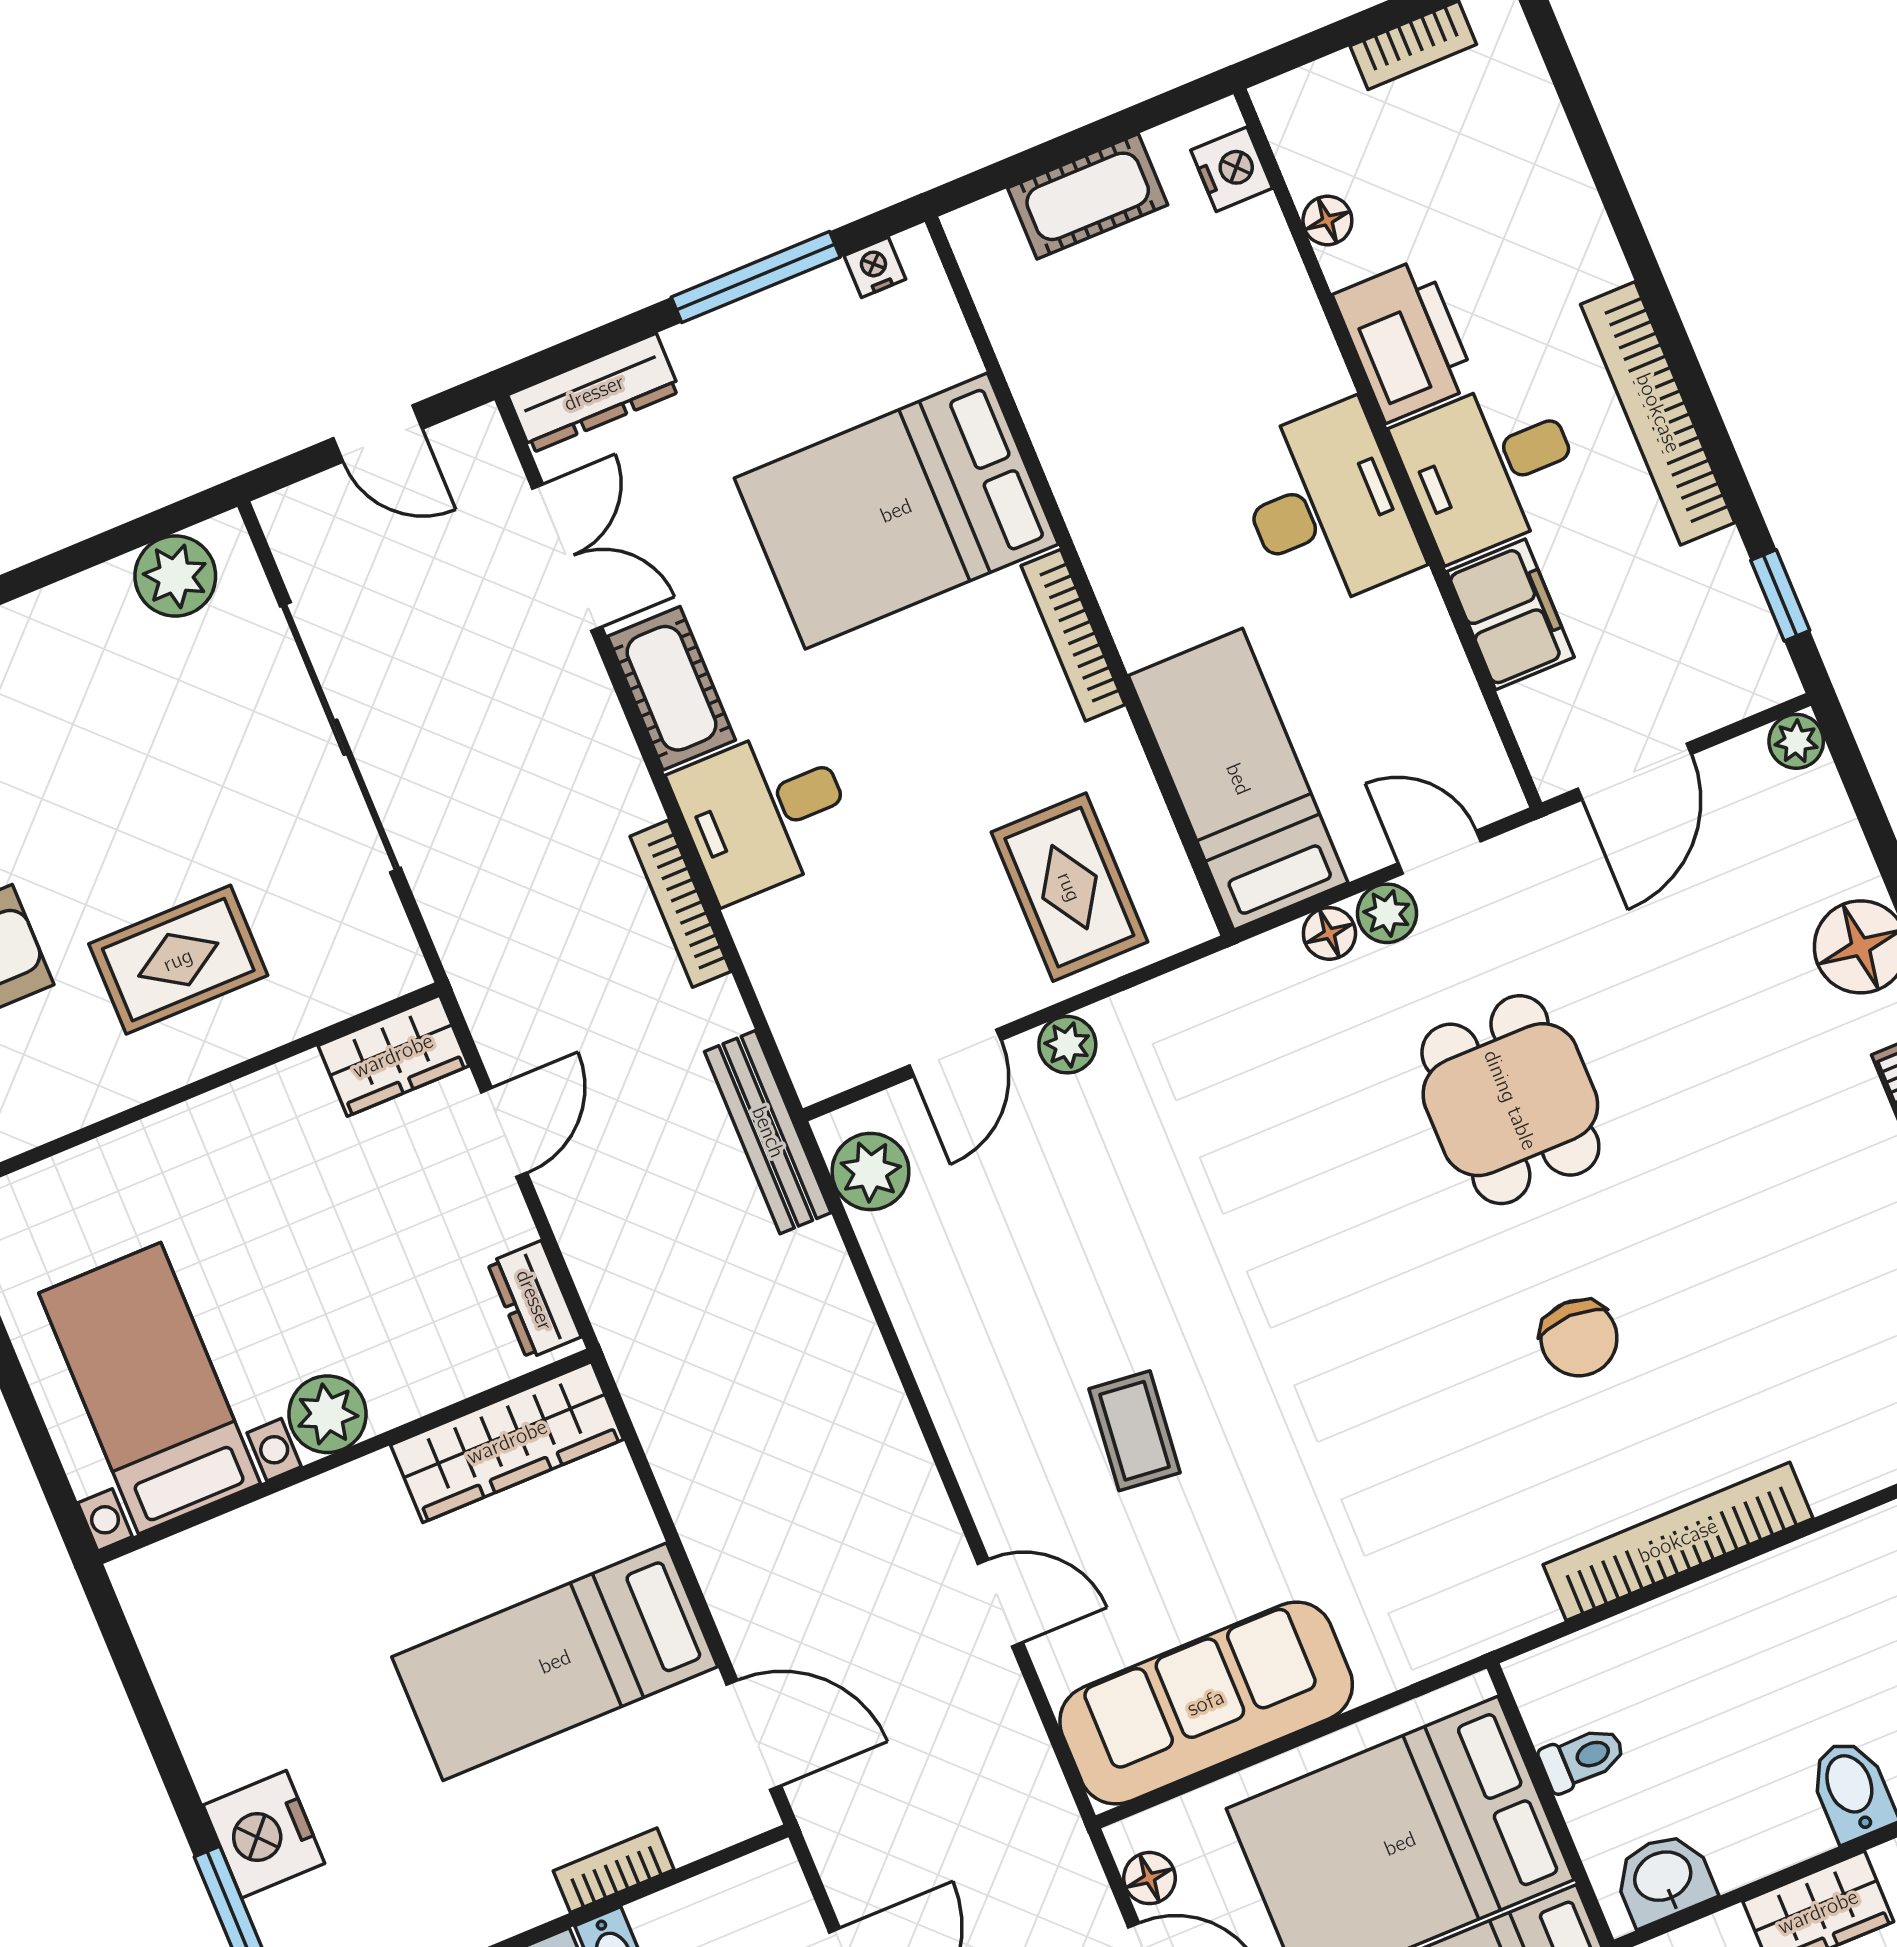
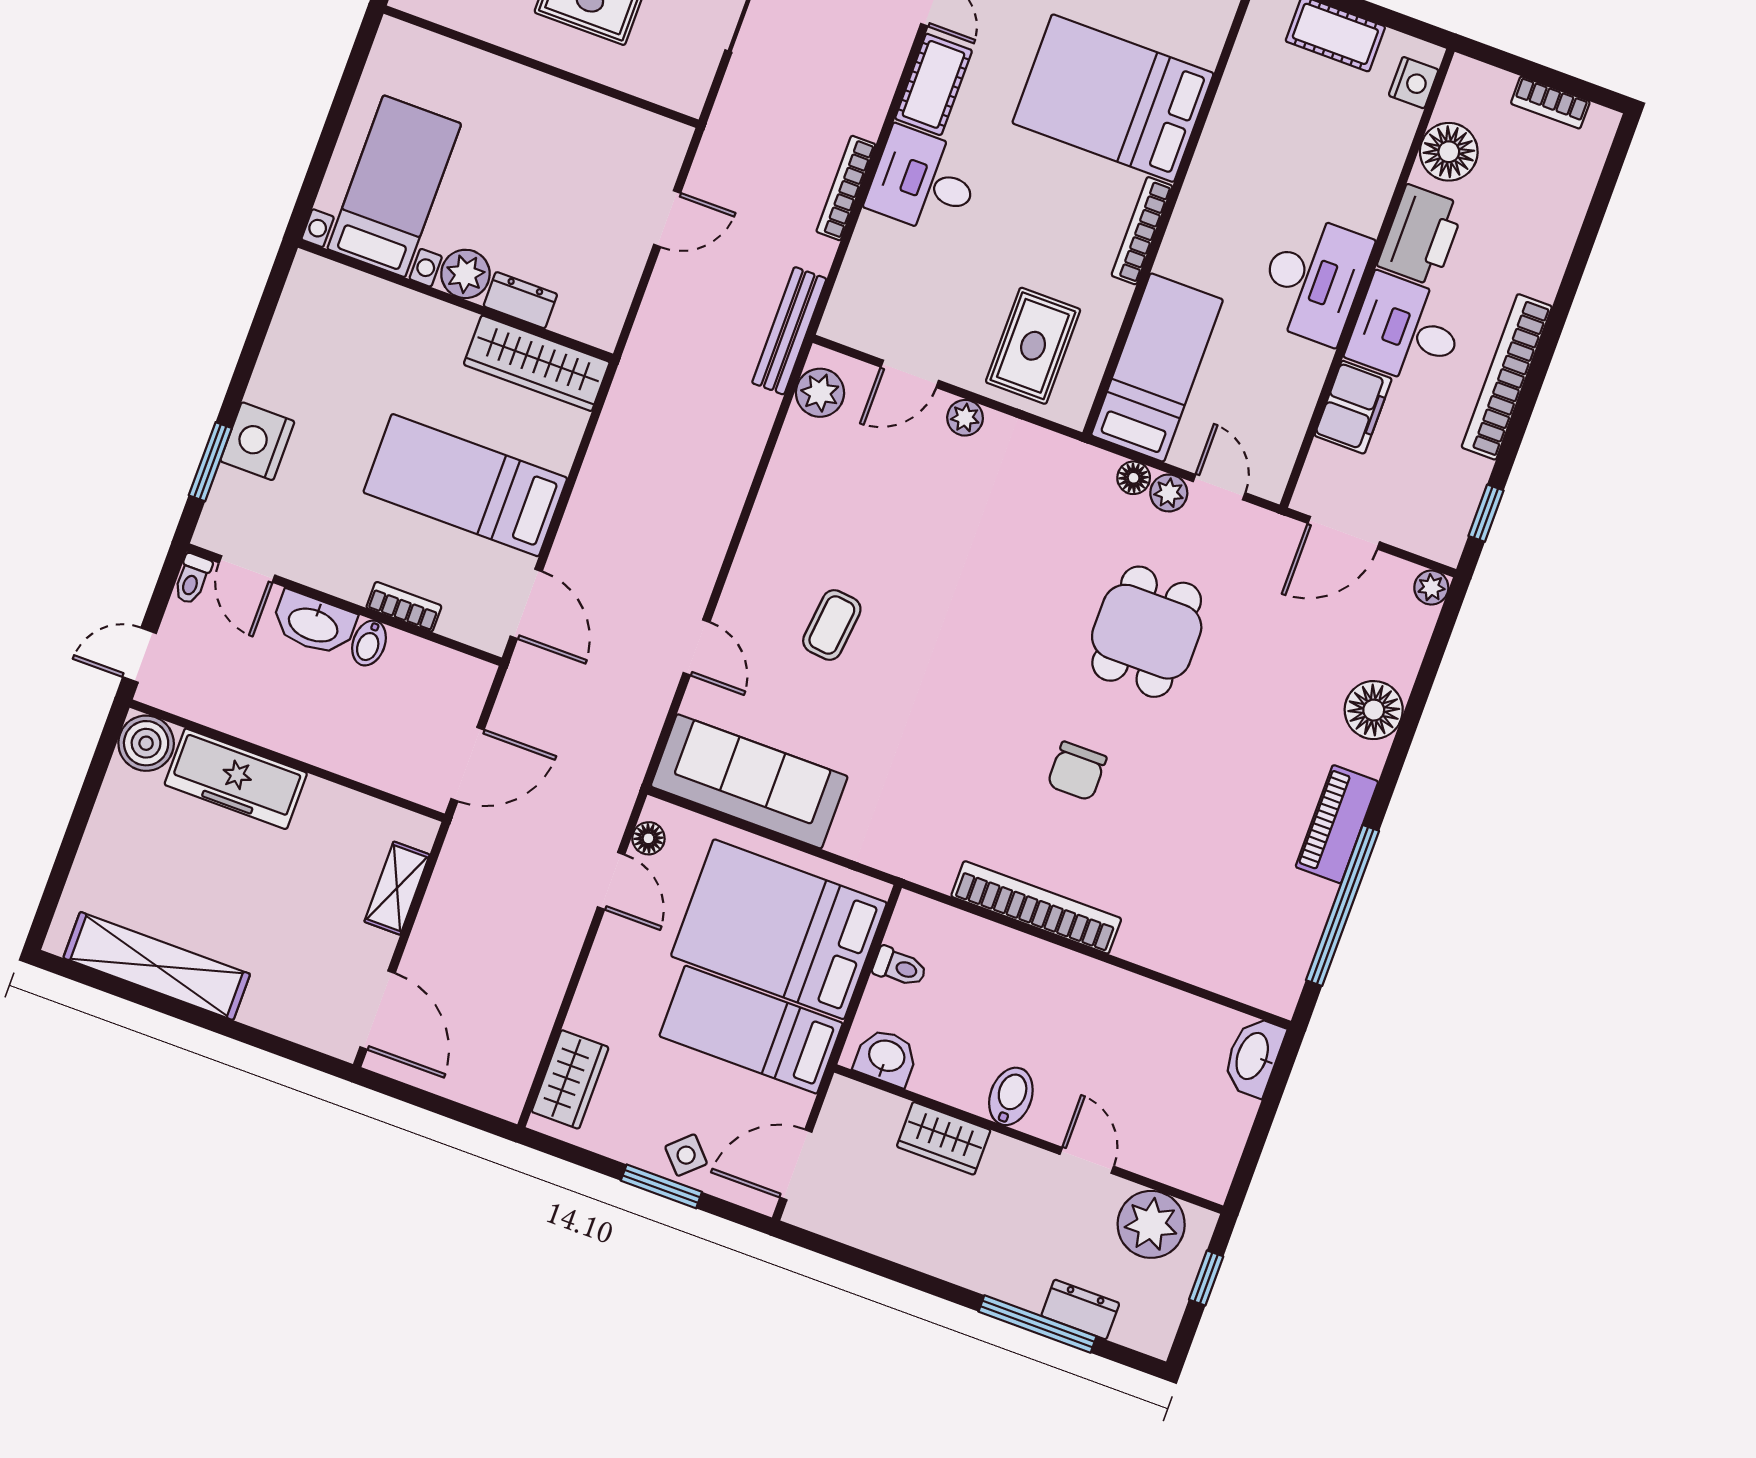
floor lamp: (1327, 220) -> (1449, 152), width x1.89, depth x1.89
wardrobe: (393, 1056) -> (649, 136), removed
dresser: (534, 1300) -> (520, 300), moved, turned 90

